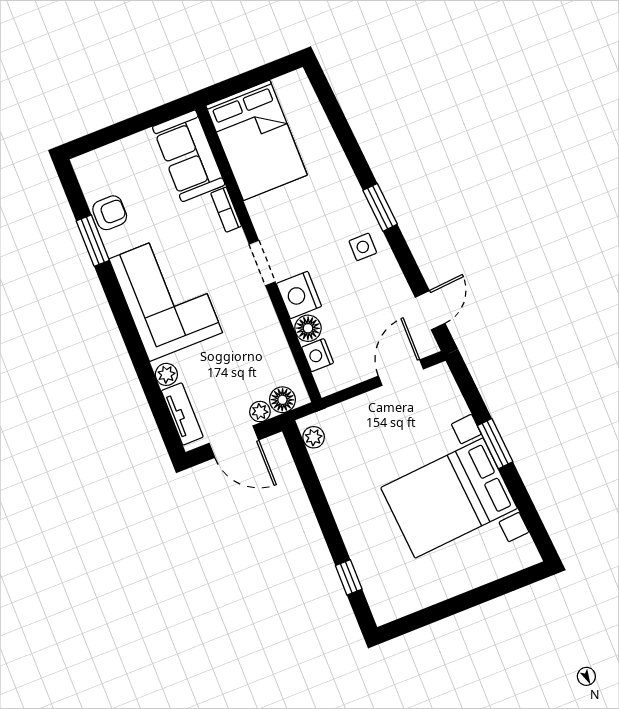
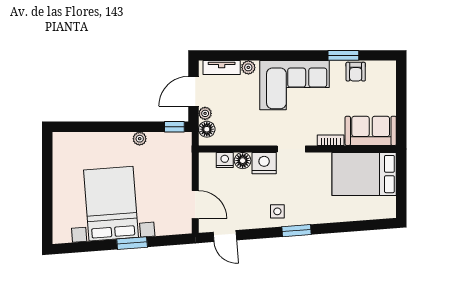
plant: (314, 437) -> (140, 139), moved
window: (349, 577) -> (174, 127), moved

